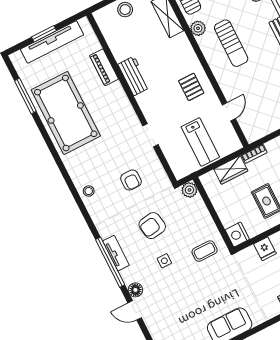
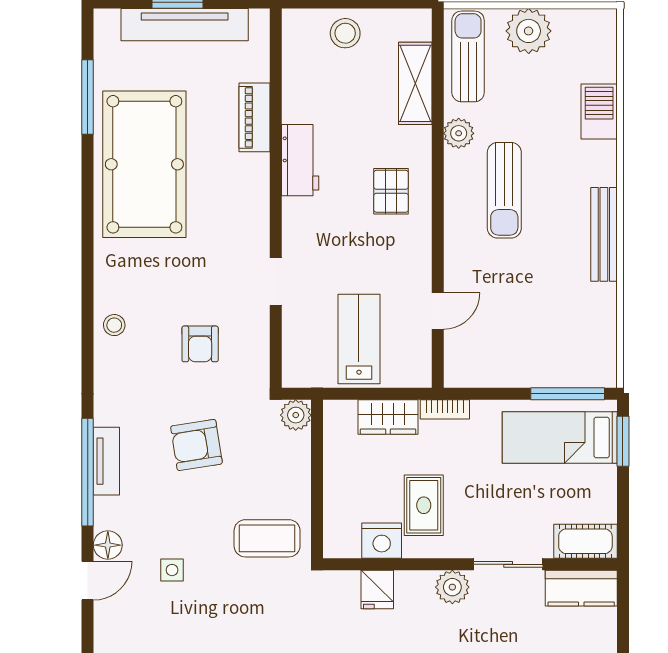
pallet: (191, 87) -> (391, 191), moved
lab bench: (200, 142) -> (359, 339), turned 180
nightstand: (237, 235) -> (382, 541), moved, turned -90
coffee table: (205, 251) -> (267, 538), width x1.36, depth x1.30
side table: (164, 261) -> (172, 570), moved
door: (135, 310) -> (88, 581), swing flipped

